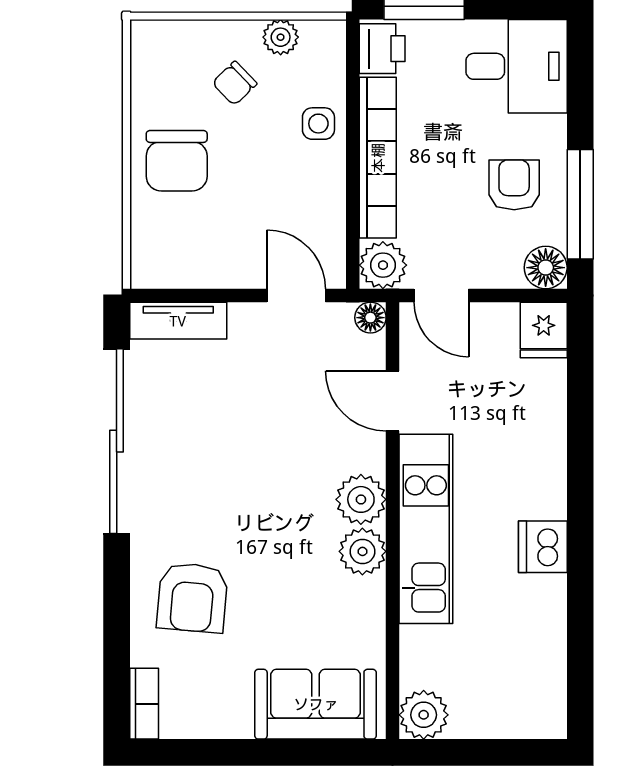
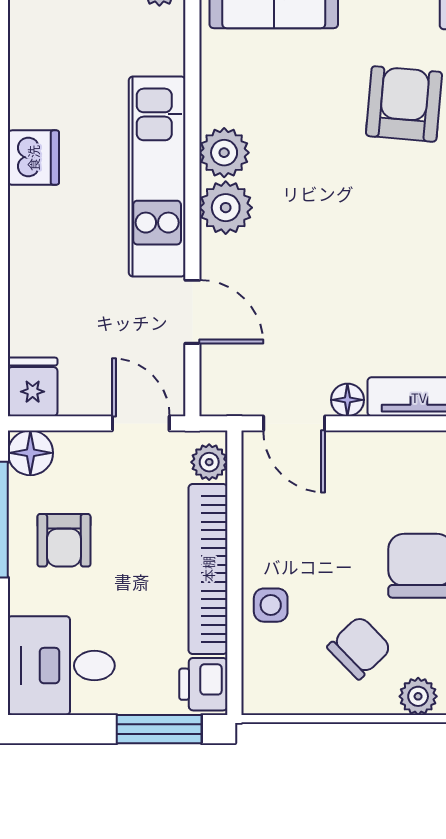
plant: (281, 37) -> (418, 696), moved
chair: (235, 83) -> (359, 648), width x1.37, depth x1.37
plant: (383, 265) -> (209, 462), width x0.73, depth x0.73
floor lamp: (370, 318) -> (347, 400), moved

